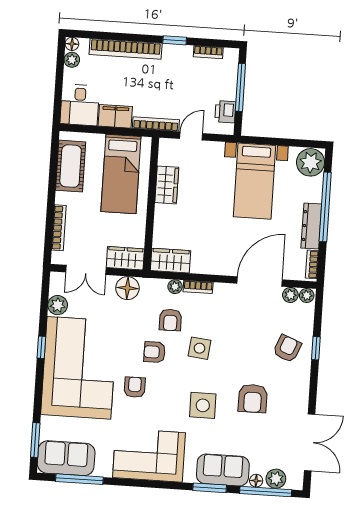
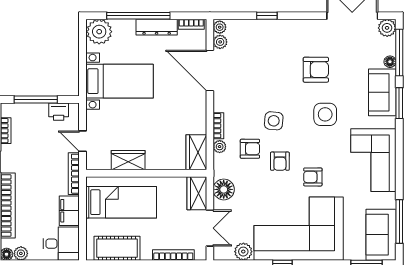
armchair: (287, 349) -> (269, 42), removed
plant: (276, 479) -> (387, 28), moved

